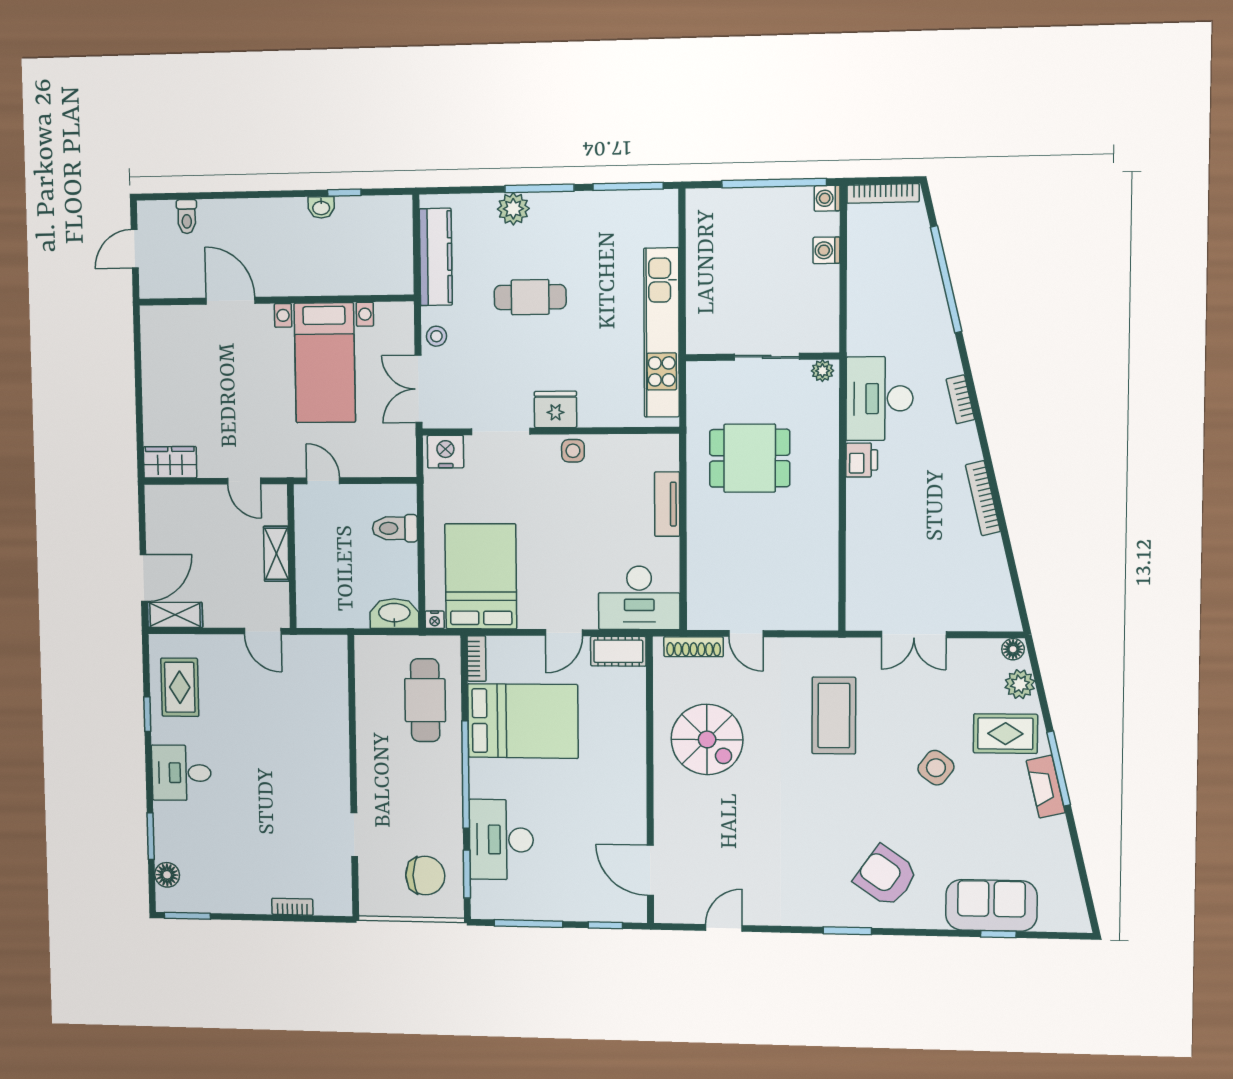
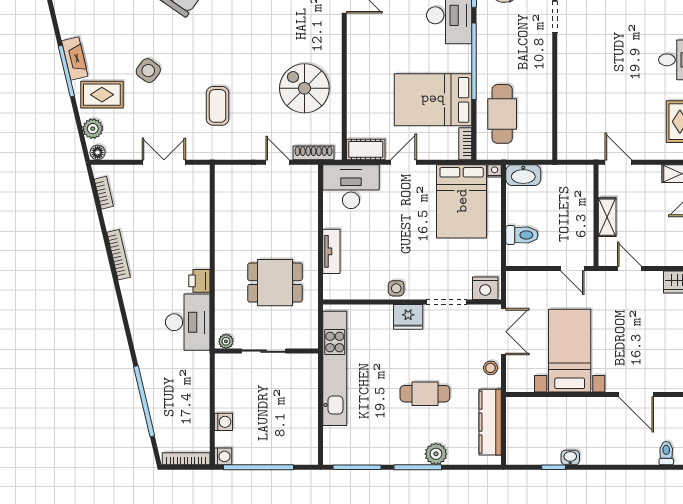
bookcase: (960, 399) -> (104, 193), moved
coffee table: (834, 716) -> (218, 106), width x0.73, depth x0.76

